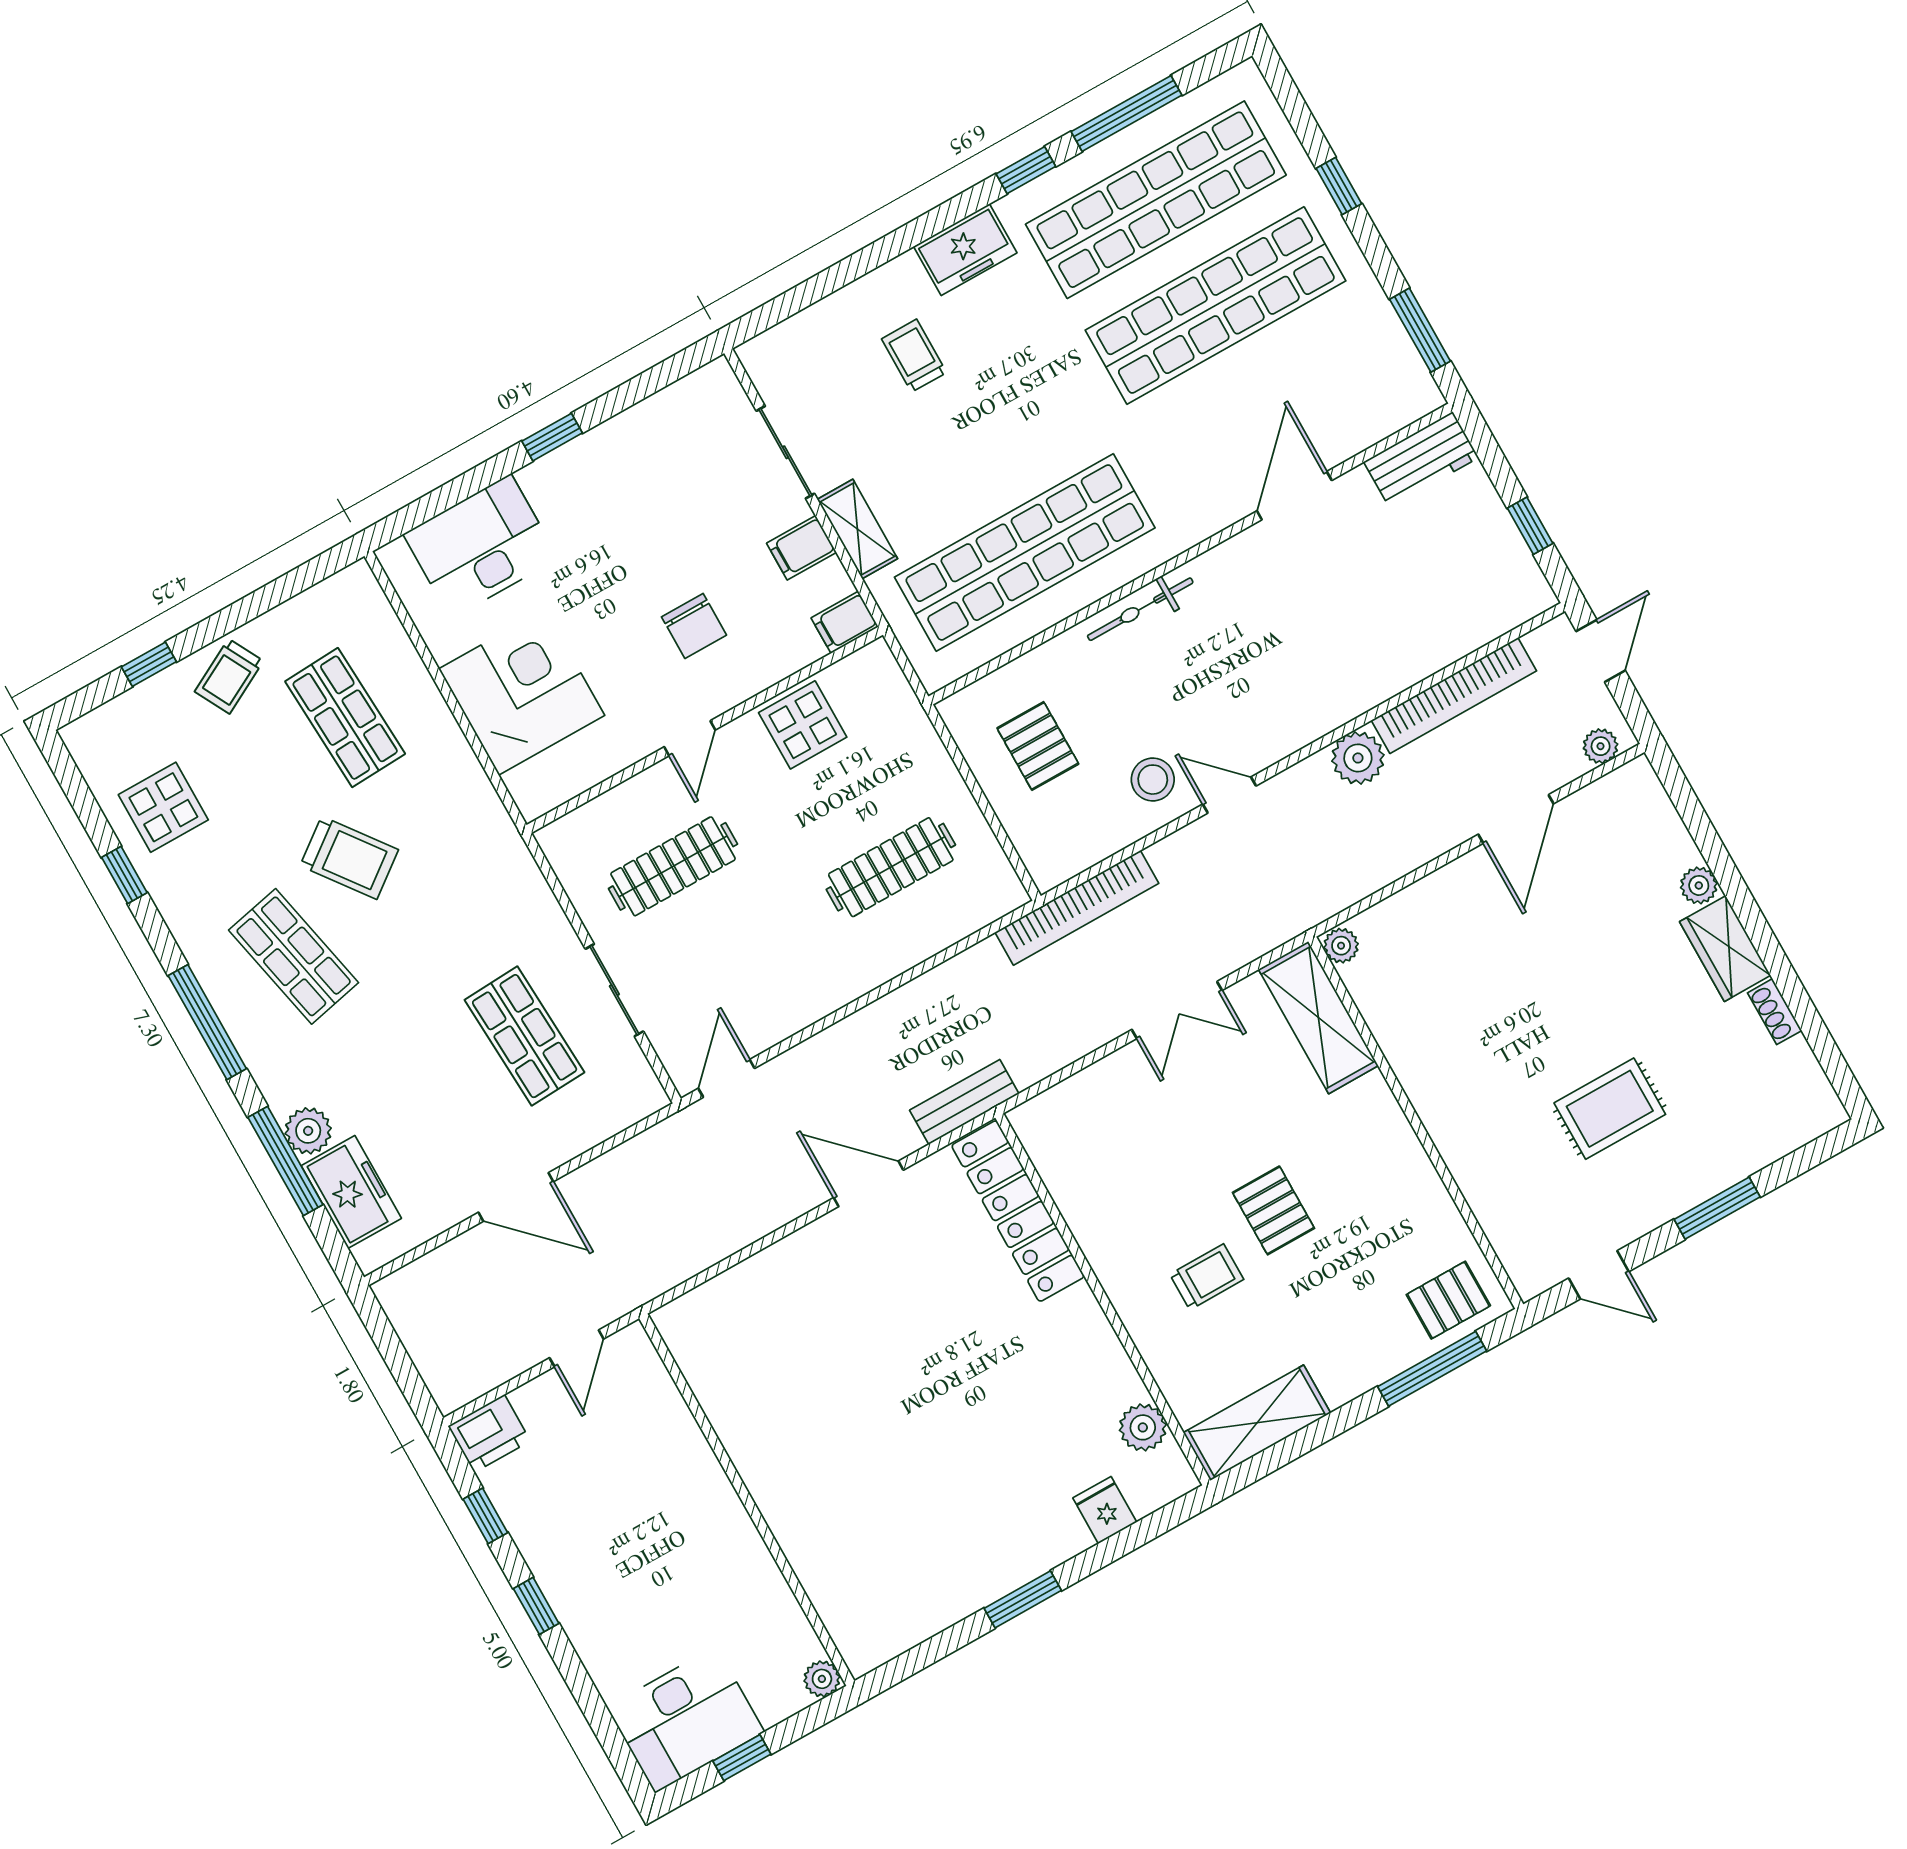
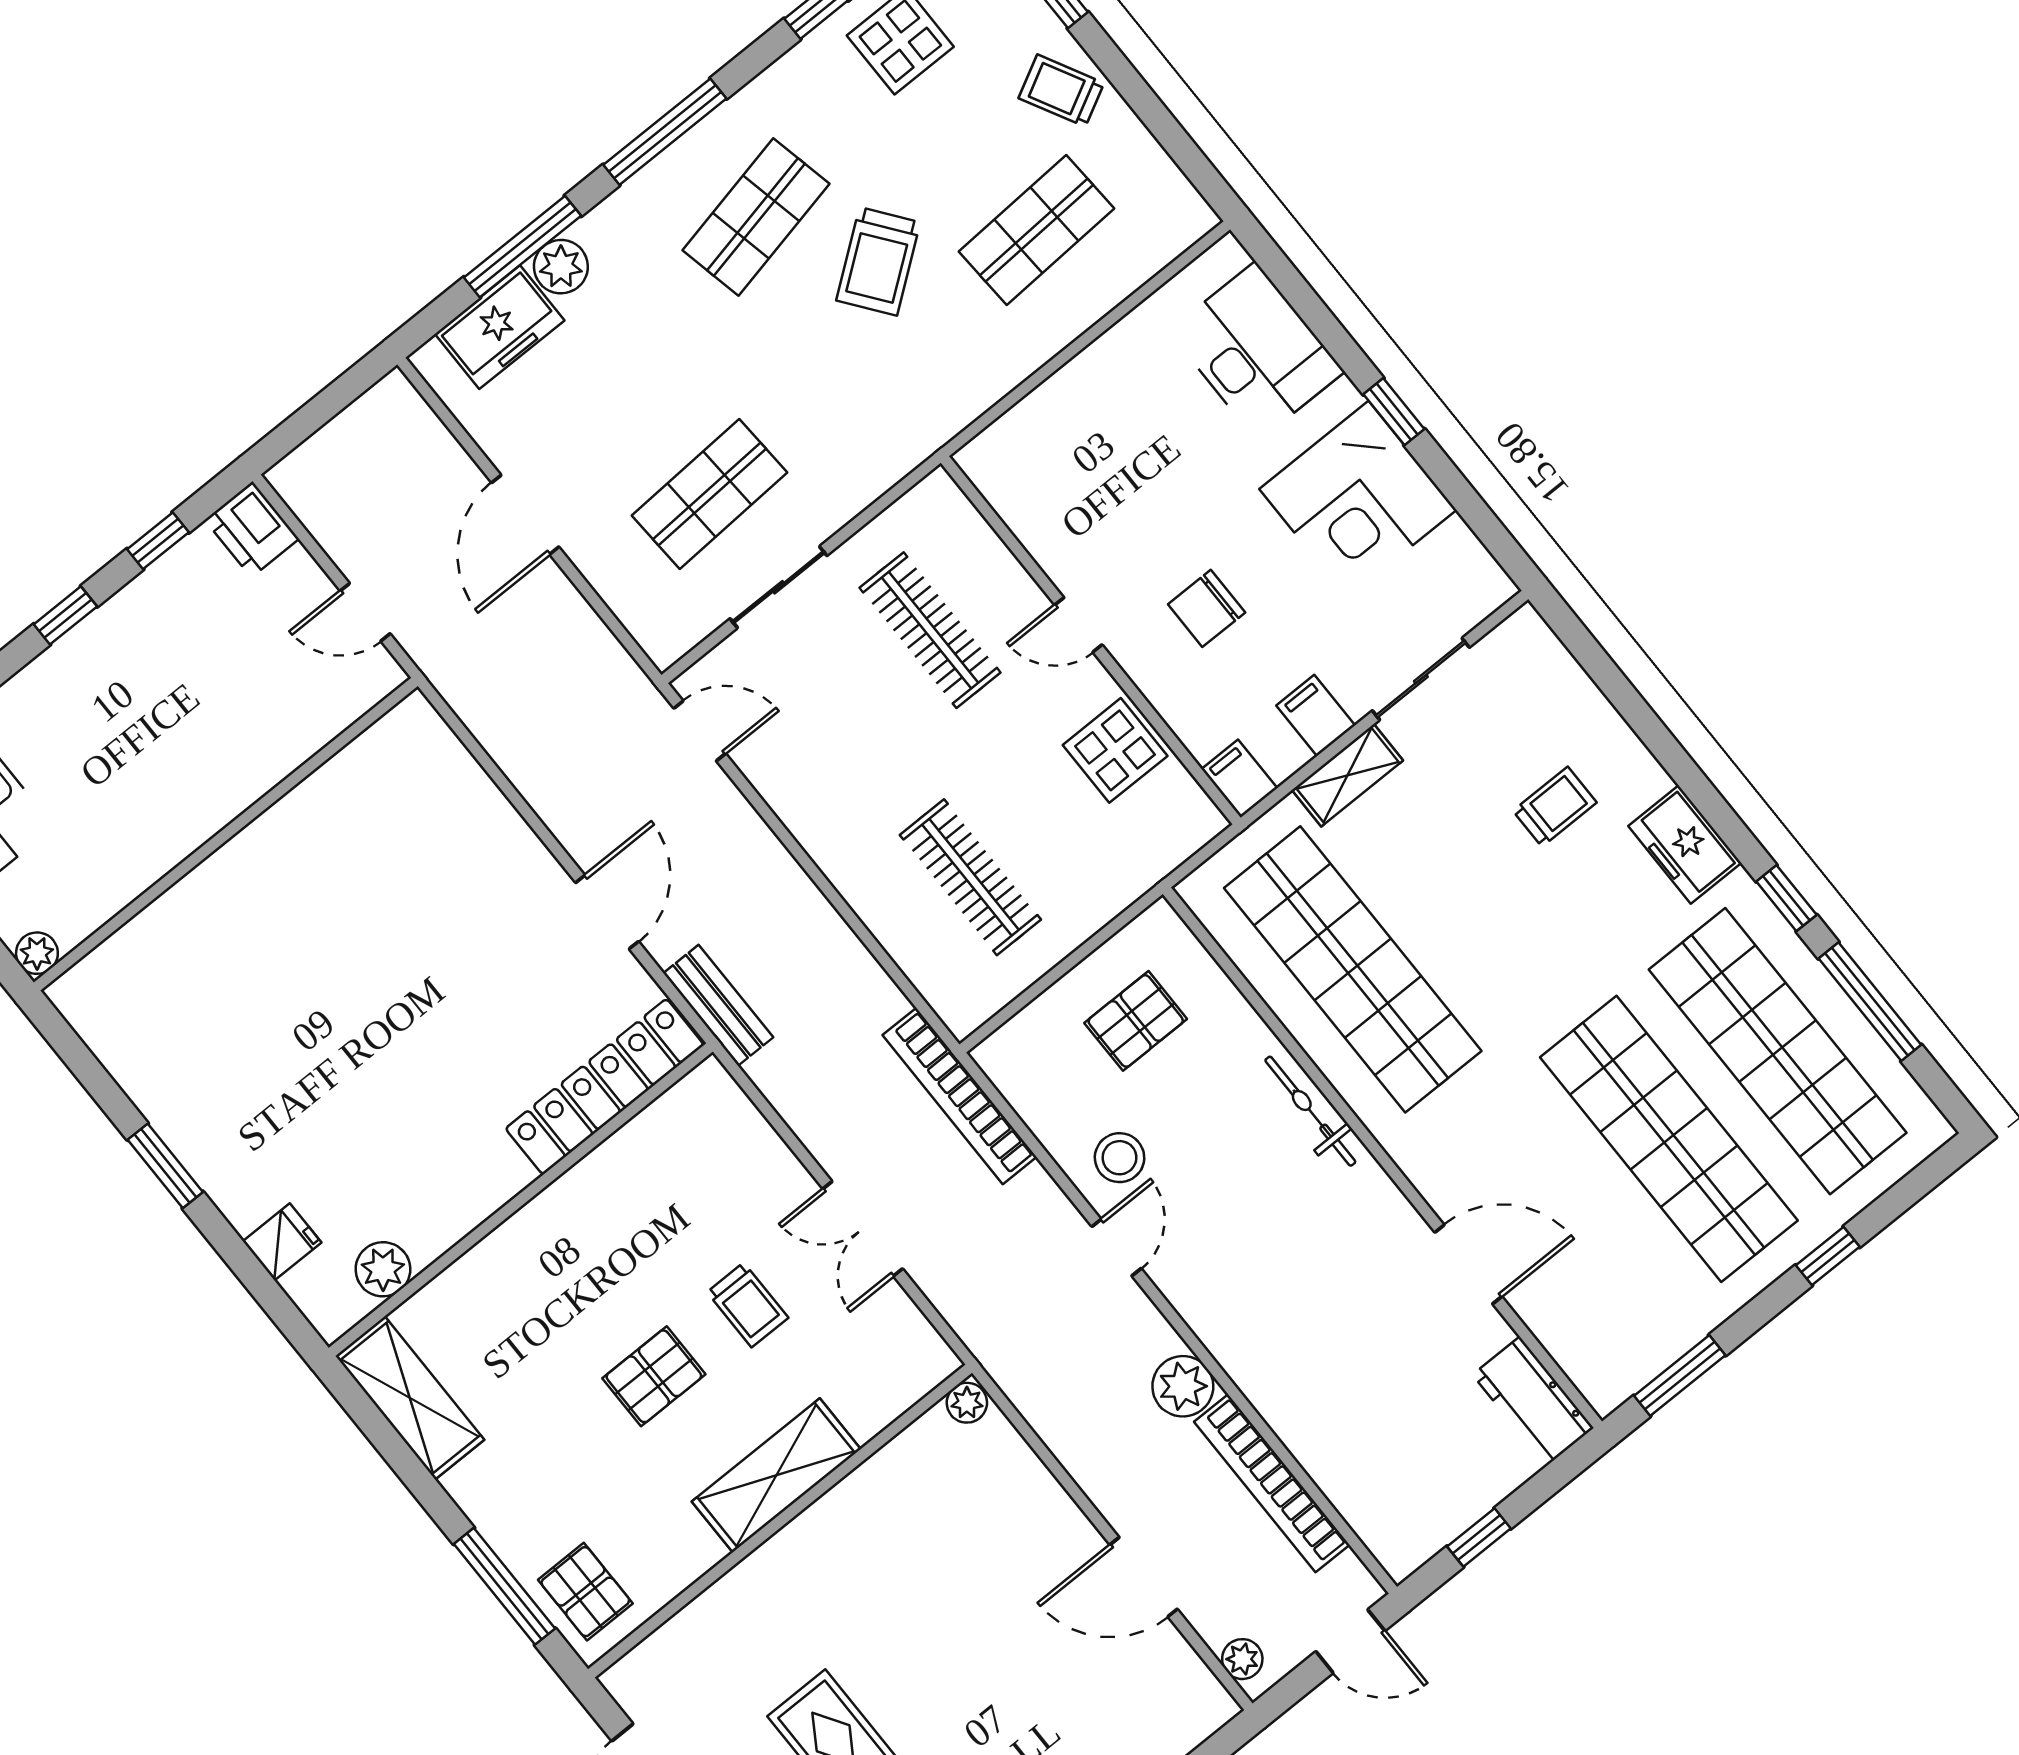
corner desk: (522, 692) -> (1358, 500), moved, turned 90
shelving: (1318, 1018) -> (776, 1475), moved
trolley: (1207, 1277) -> (748, 1305), moved

